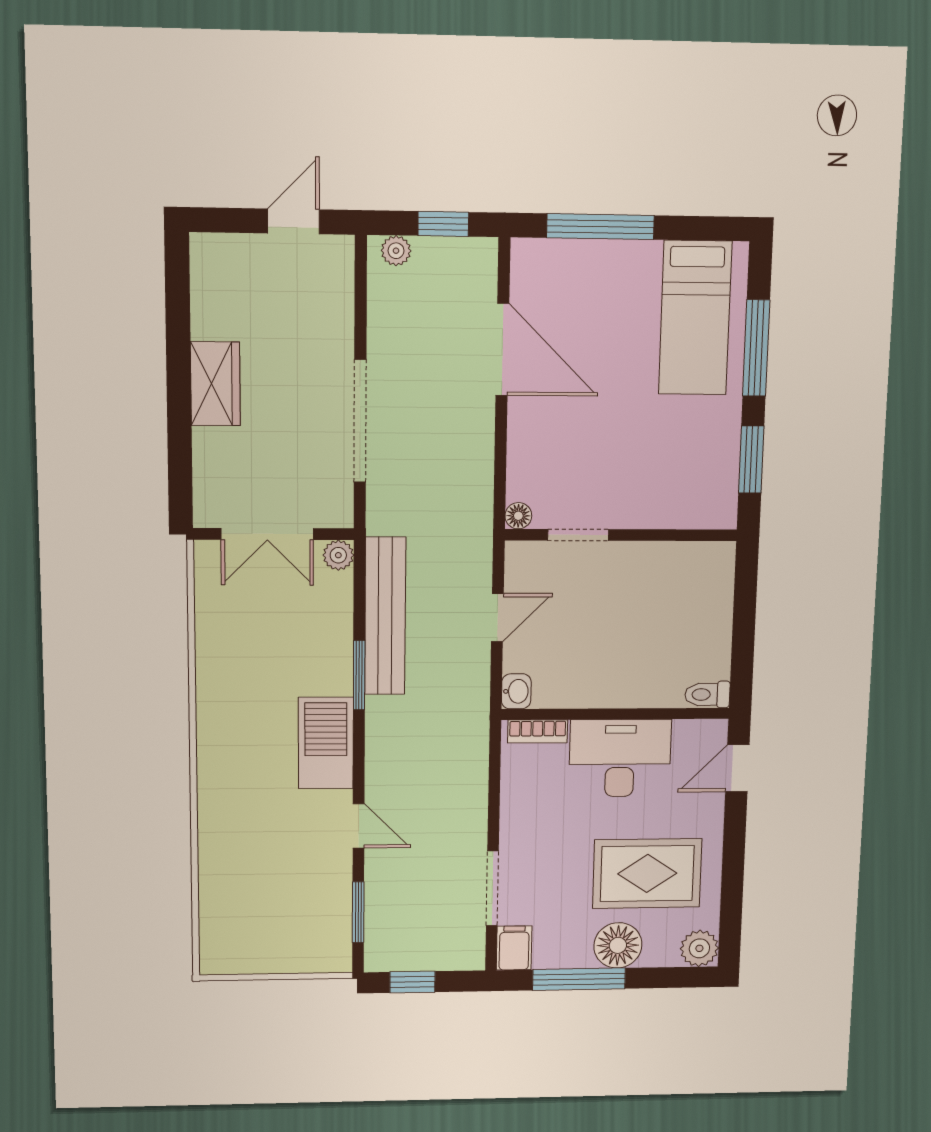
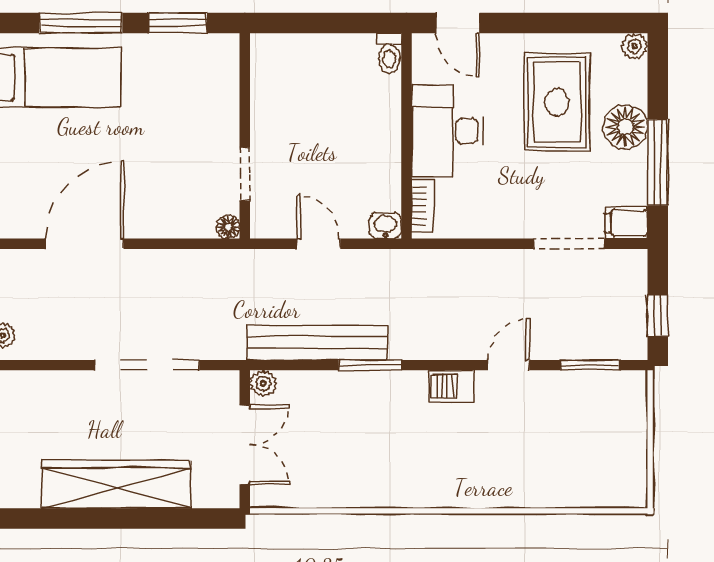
wardrobe: (215, 384) -> (116, 484), width x2.10, depth x1.17
barbecue: (326, 743) -> (451, 386), width x0.53, depth x0.65
plant: (699, 948) -> (634, 46), width x0.73, depth x0.73

